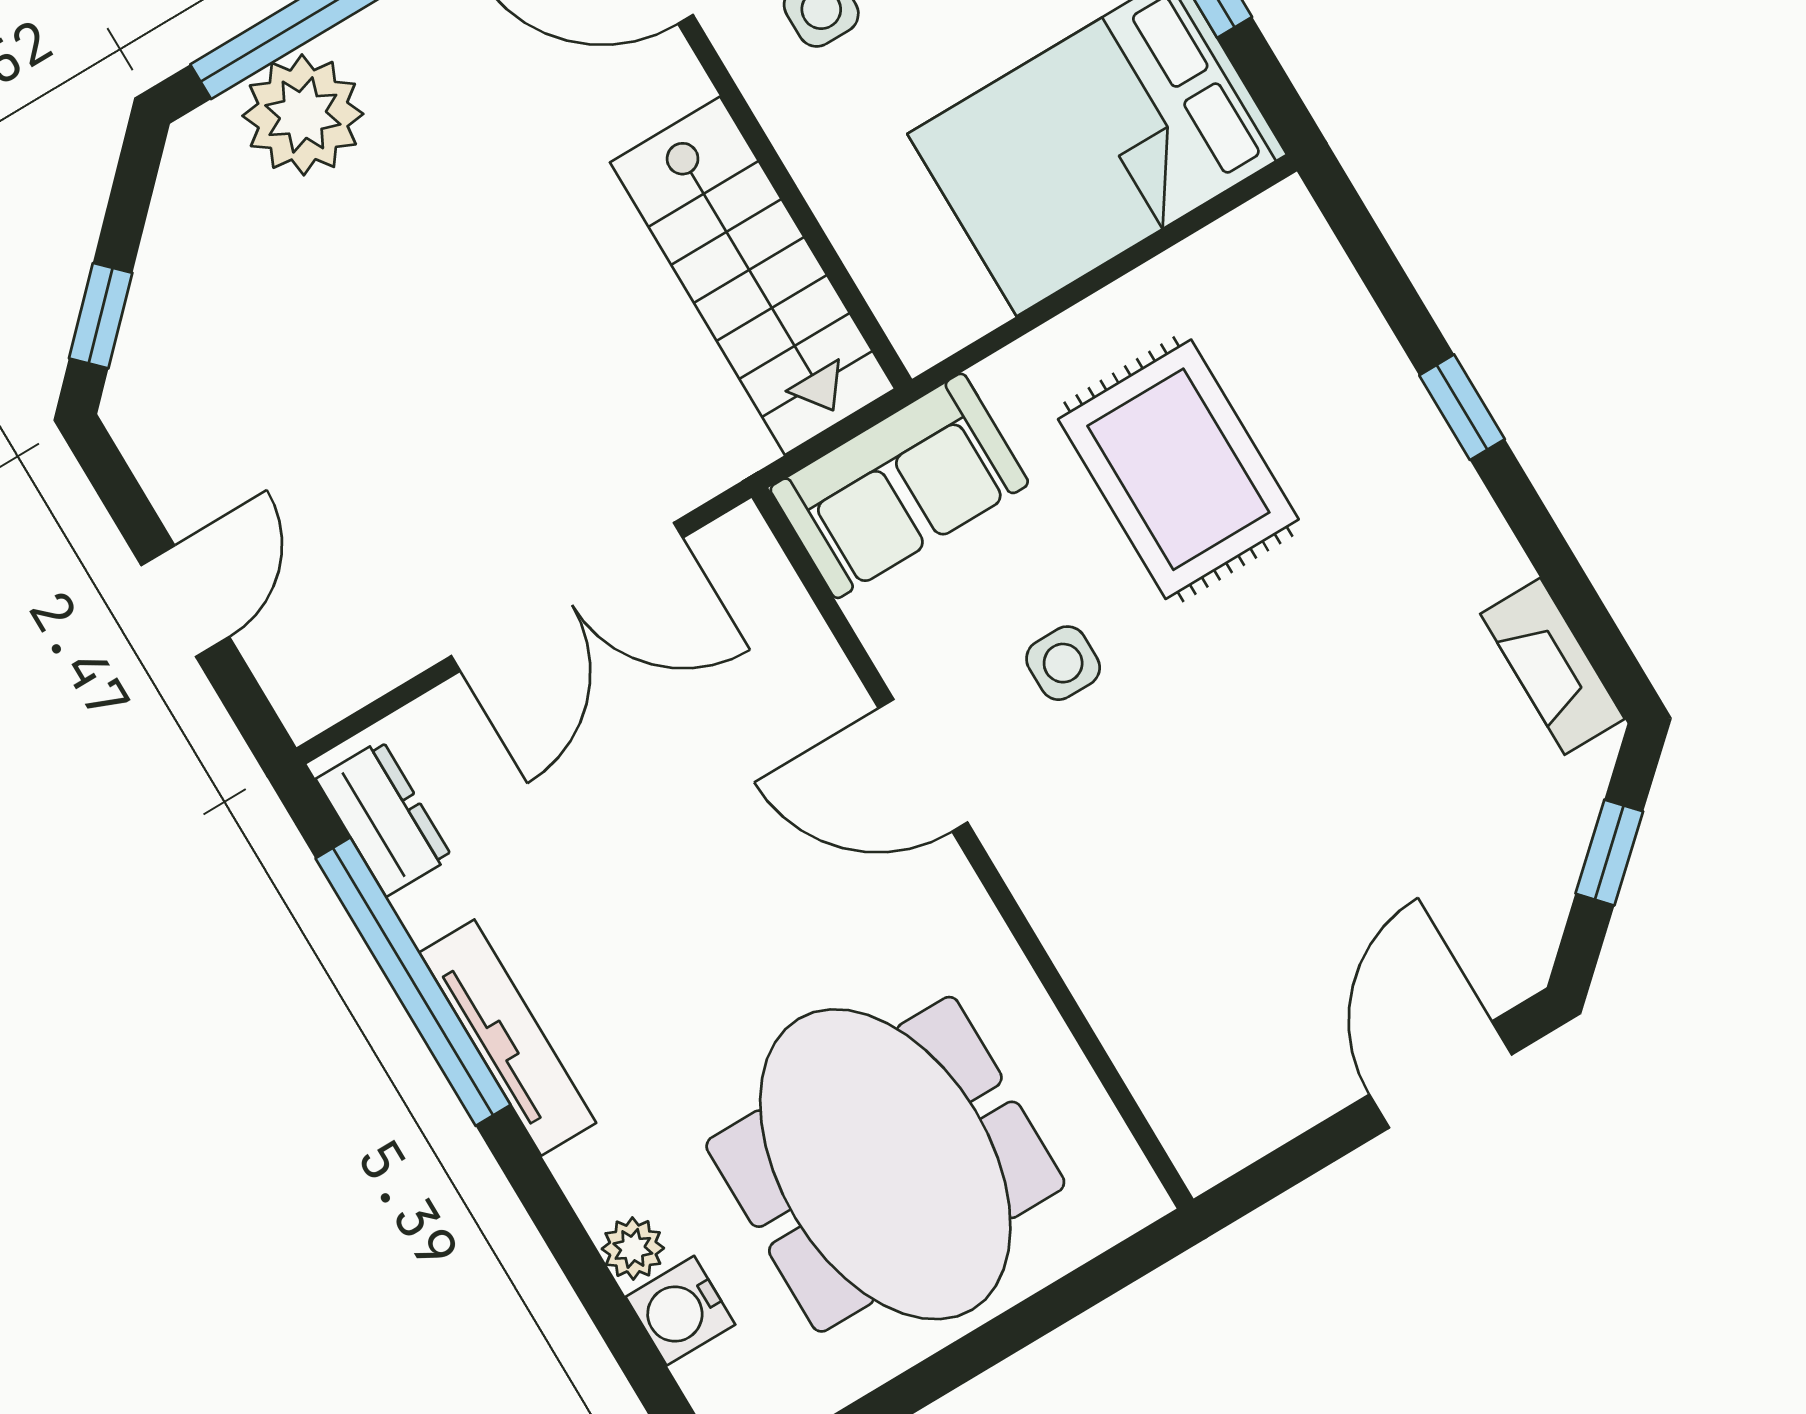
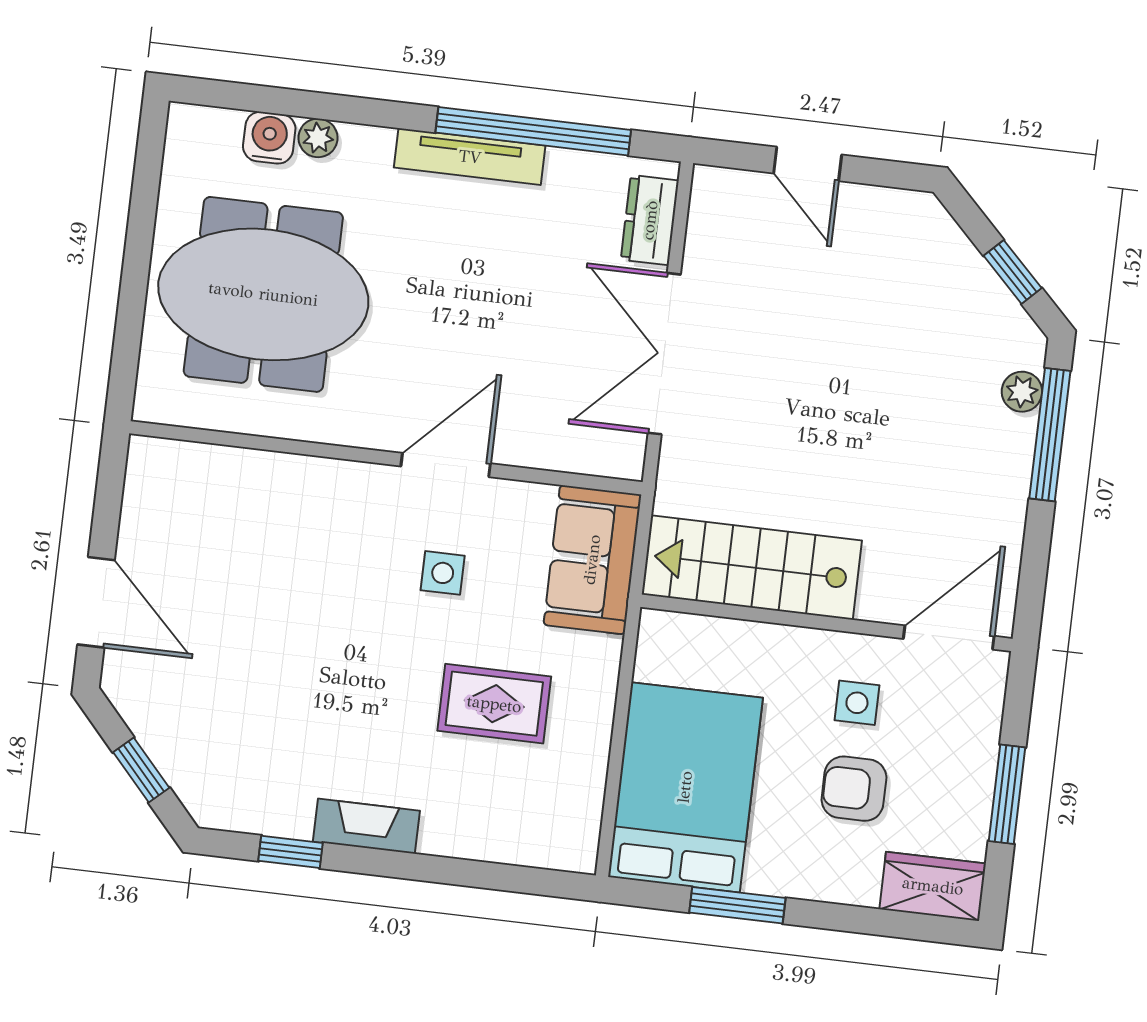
plant: (303, 115) -> (1022, 392), width x0.53, depth x0.53
window: (101, 316) -> (1013, 272), moved
window: (1462, 407) -> (290, 852), moved
rug: (1178, 469) -> (494, 704), width x0.73, depth x0.70
fireplace: (1552, 666) -> (366, 826), moved
dresser: (384, 818) -> (650, 220), moved, turned 90

